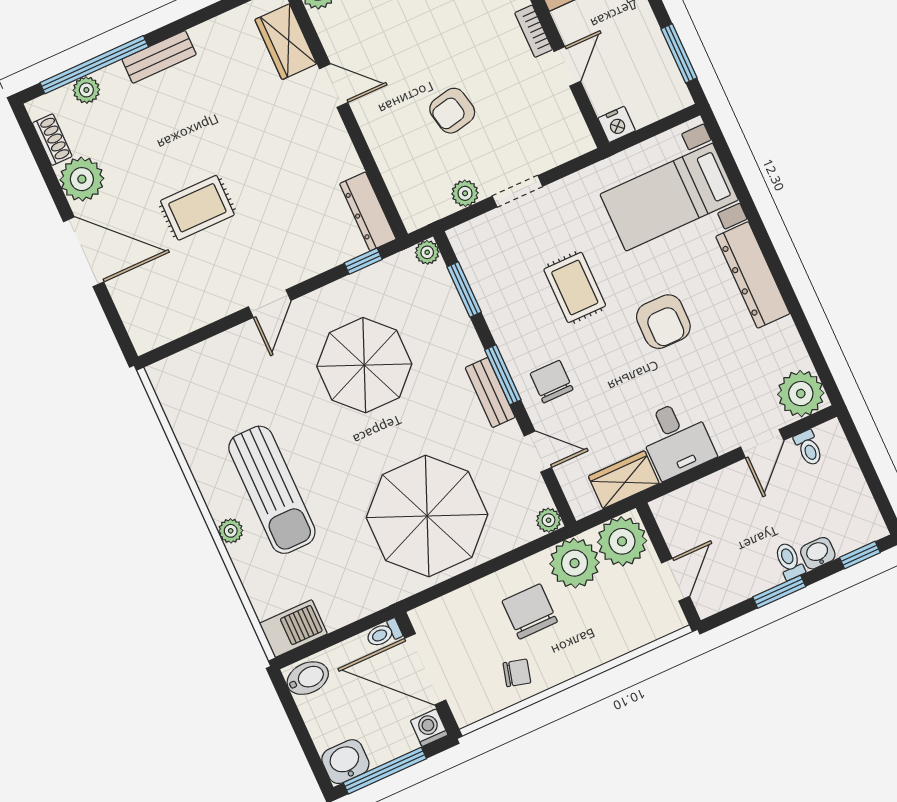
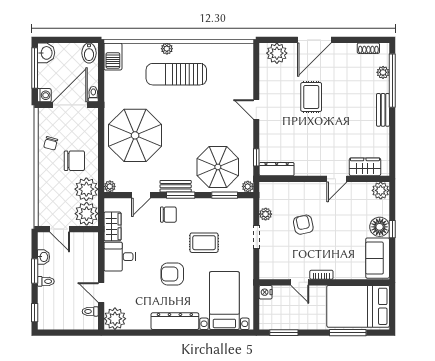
plant: (82, 179) -> (277, 53), moved
parasol: (364, 365) -> (218, 167), moved
washbasin: (818, 553) -> (43, 257), moved

